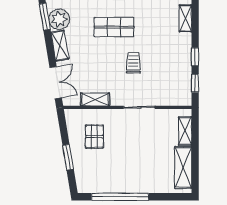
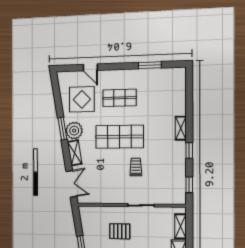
shop shelf: (114, 27) -> (120, 137), width x1.43, depth x1.36
window: (195, 57) -> (189, 151), moved
shelving: (95, 99) -> (104, 198), removed
pallet: (94, 137) -> (120, 231), moved, turned 90

